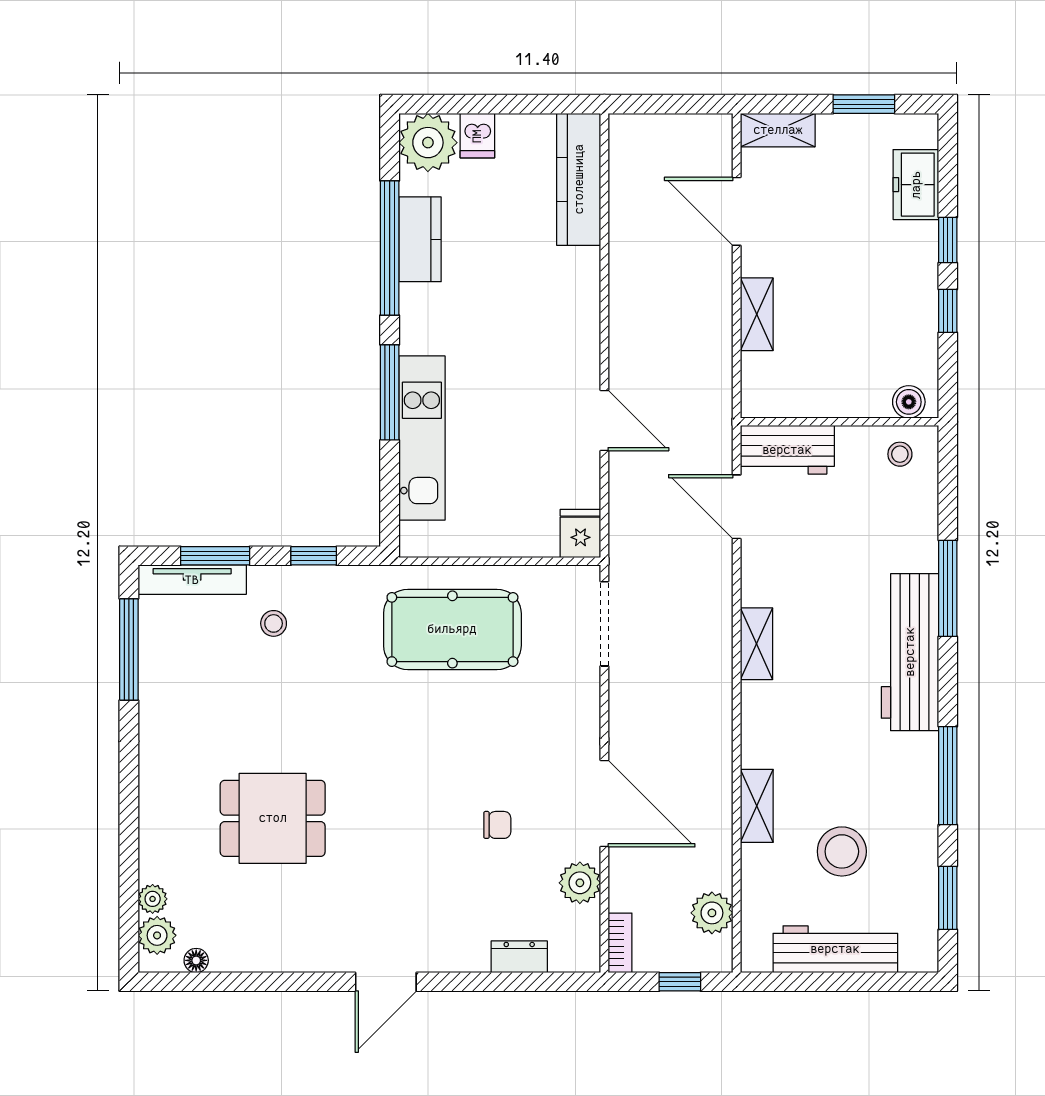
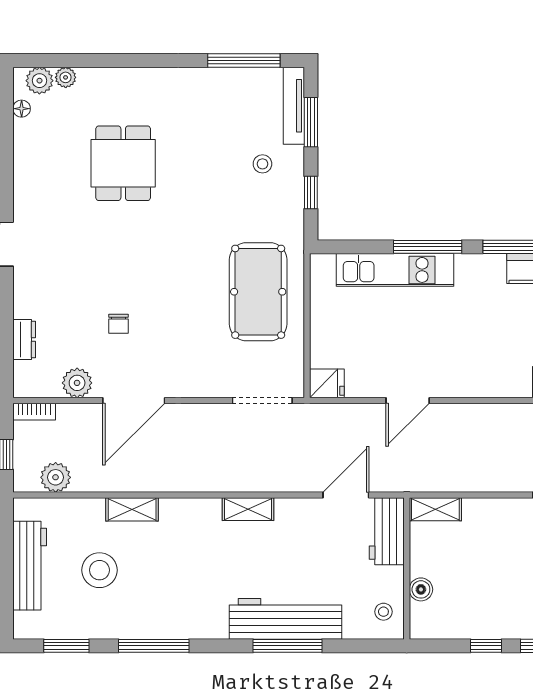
shelving: (757, 314) -> (435, 509), moved
boiler: (909, 402) -> (421, 589), moved
workbench: (910, 652) -> (285, 619), moved

